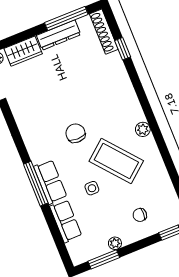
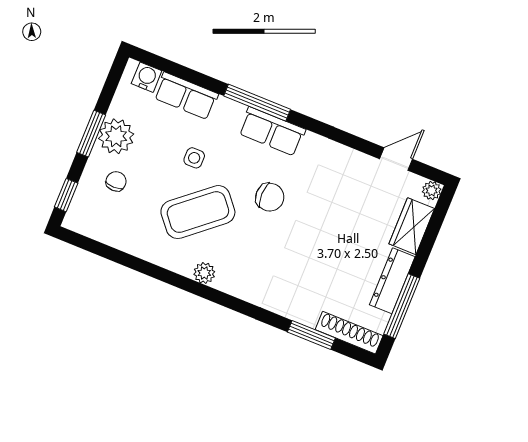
window: (123, 49) -> (311, 335), width x1.50
row of seats: (50, 182) -> (272, 131), moved
plant: (115, 243) -> (116, 136), width x1.87, depth x1.87
water cooler: (75, 249) -> (147, 77), added
window: (104, 259) -> (91, 134), moved

